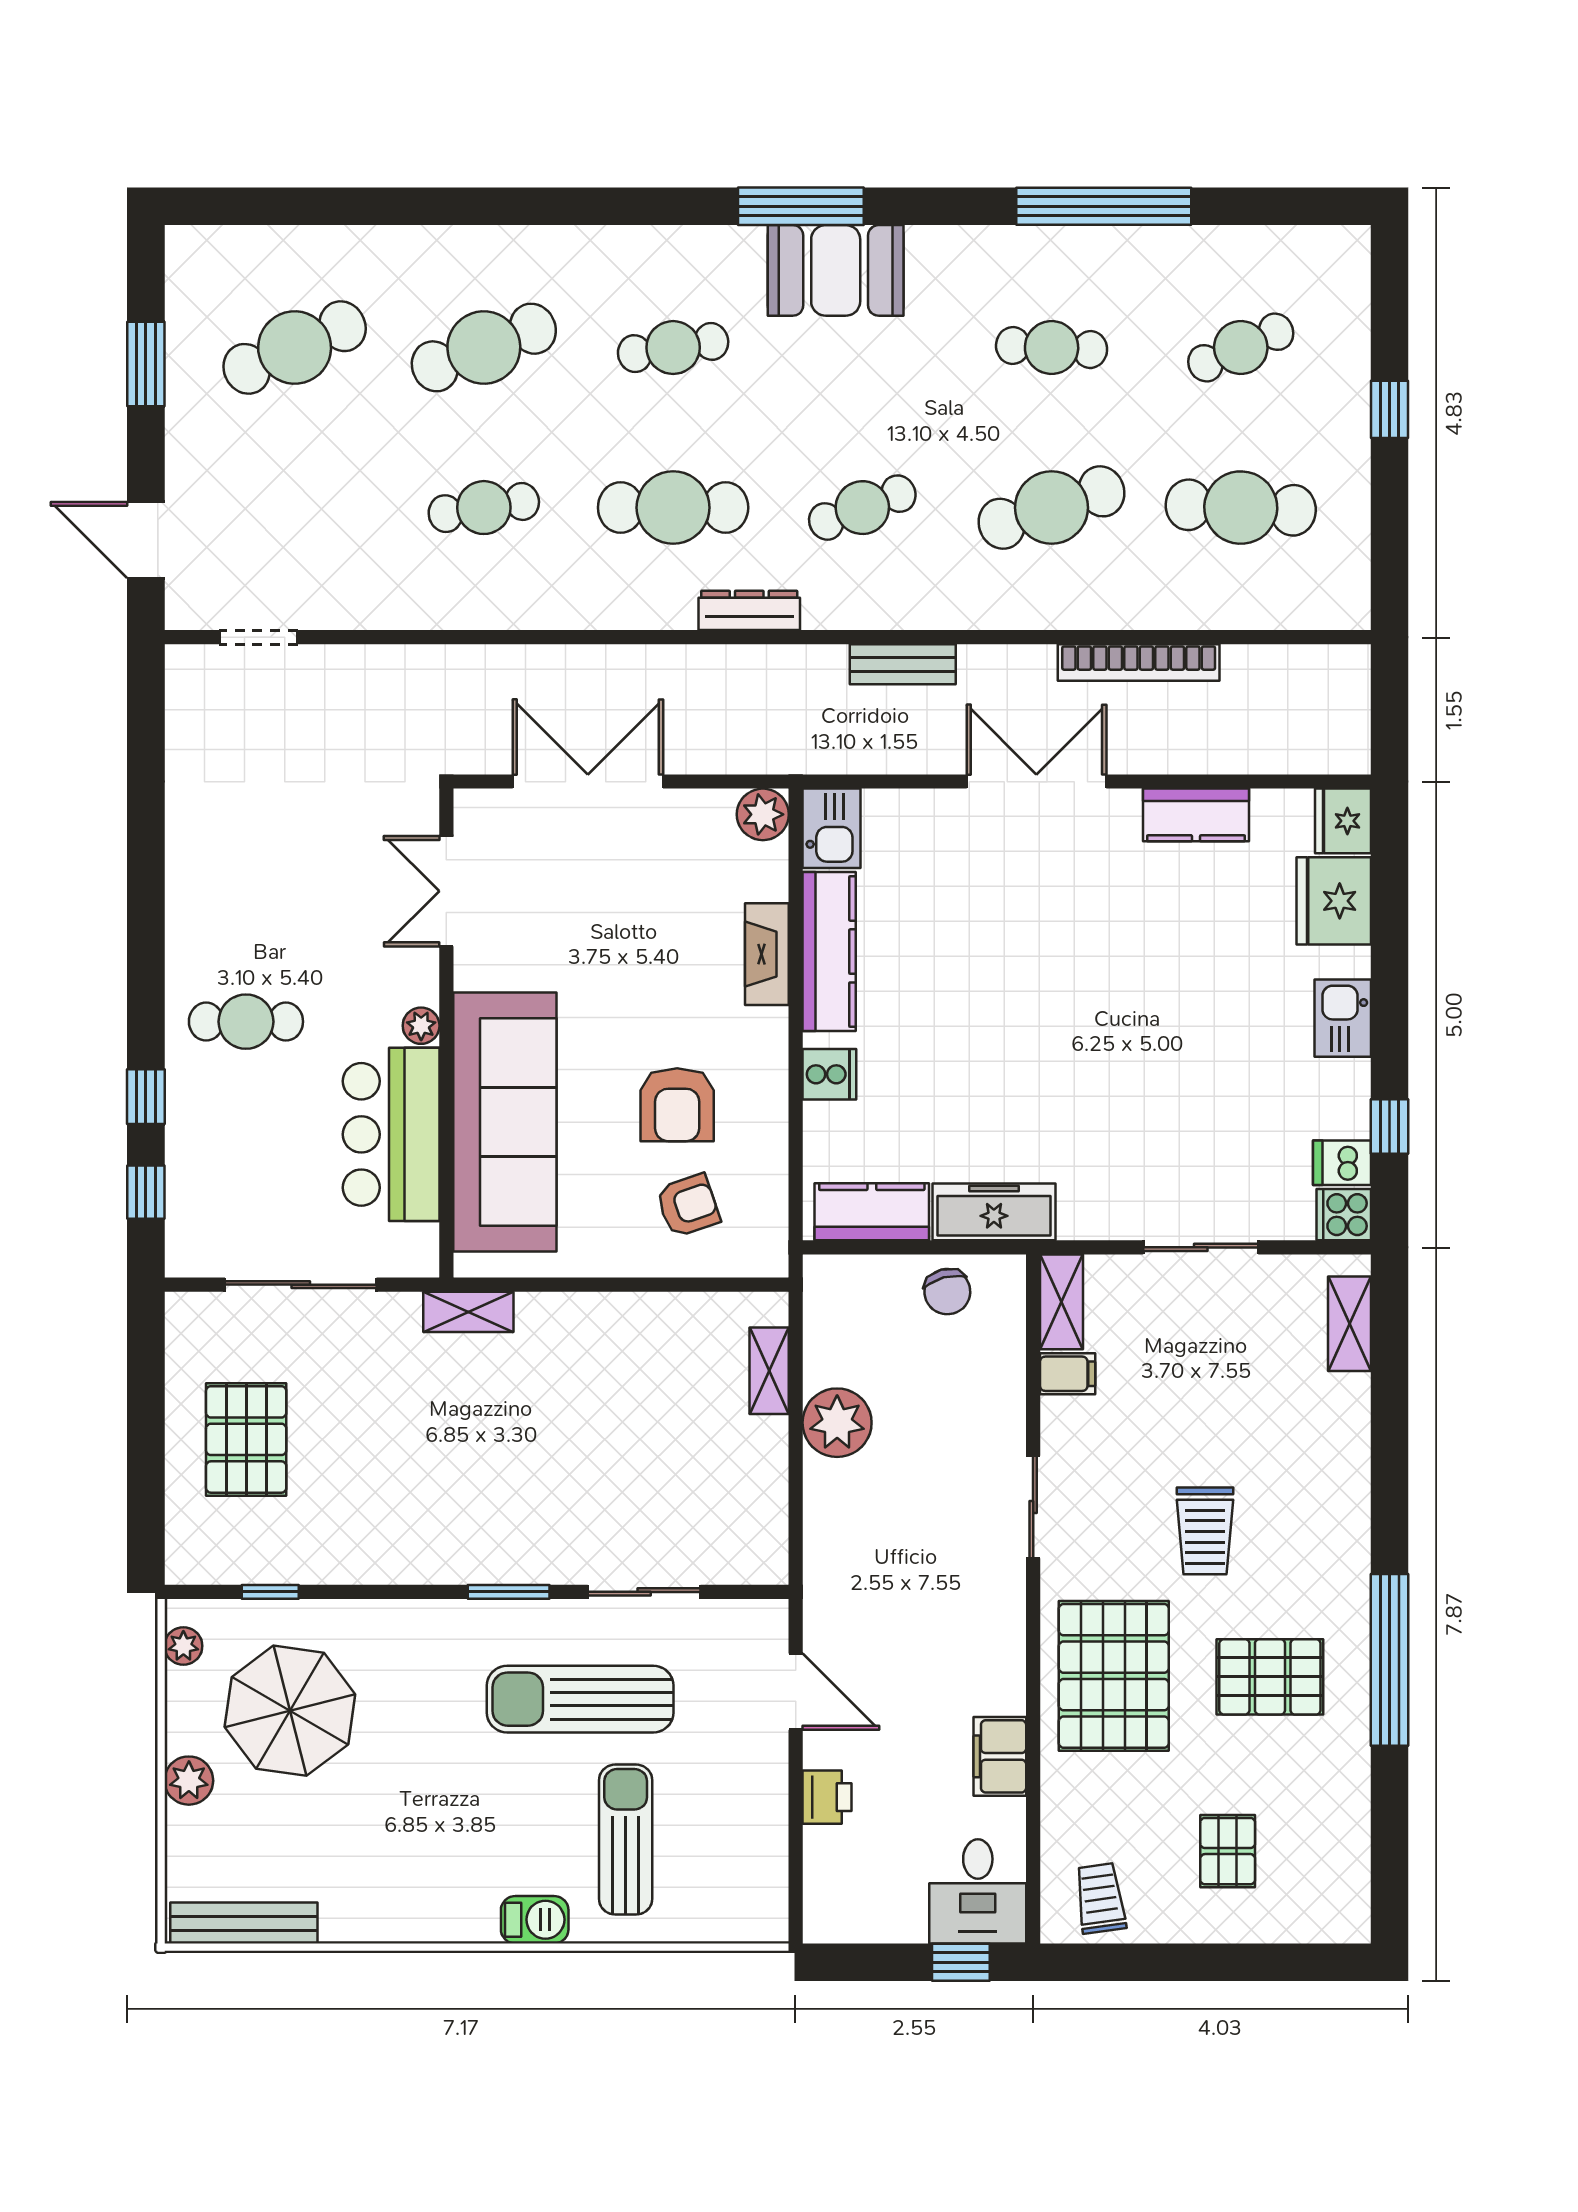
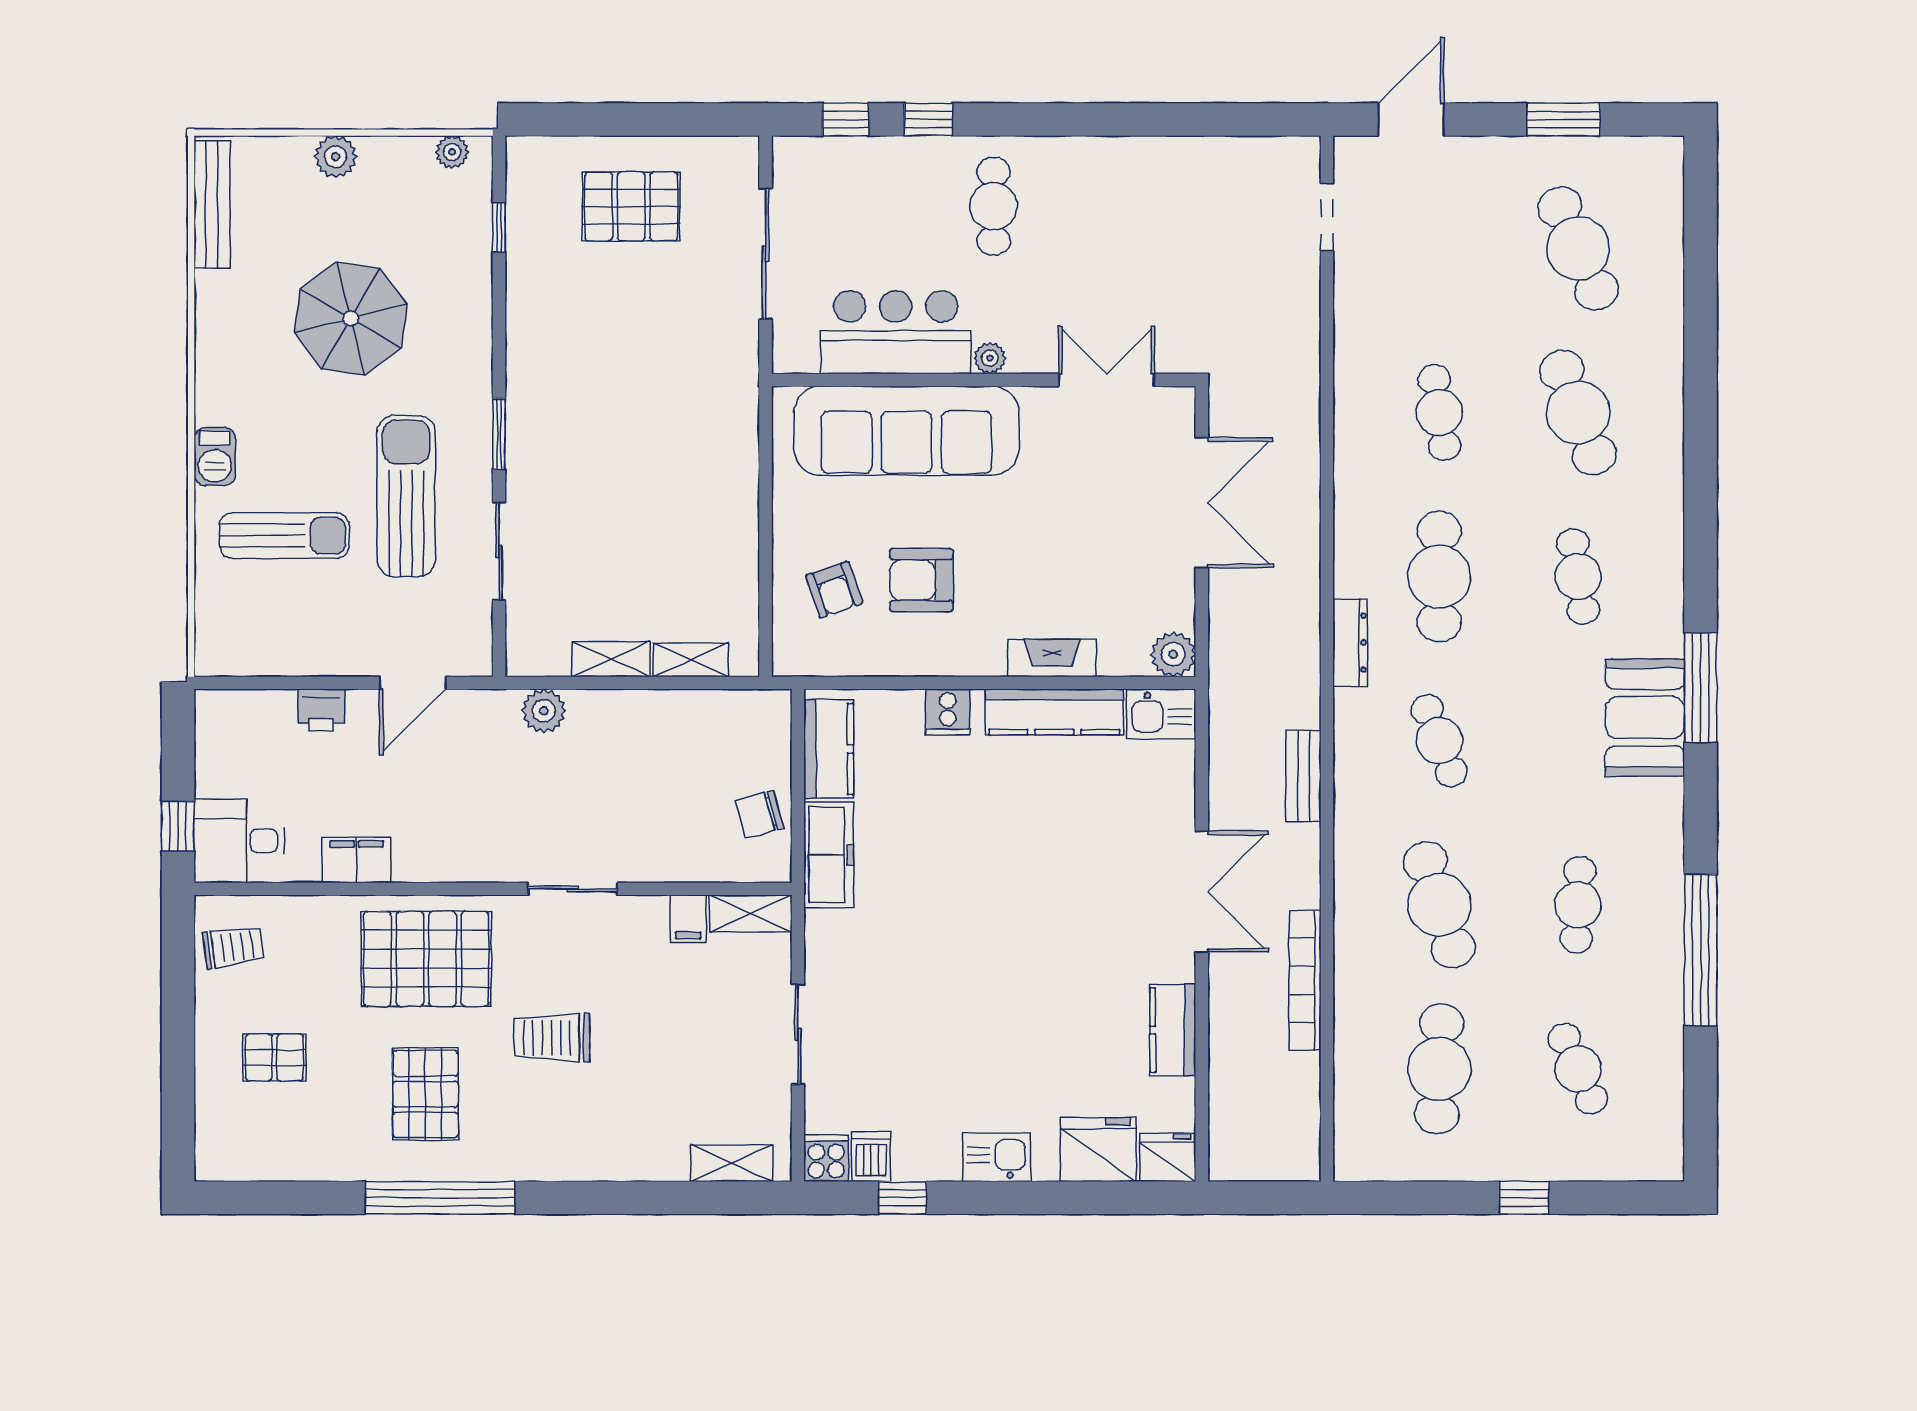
shelving: (468, 1312) -> (611, 659), moved, turned 90
plant: (837, 1423) -> (544, 711), moved, width x0.73, depth x0.73
parasol: (290, 1711) -> (351, 319), moved

